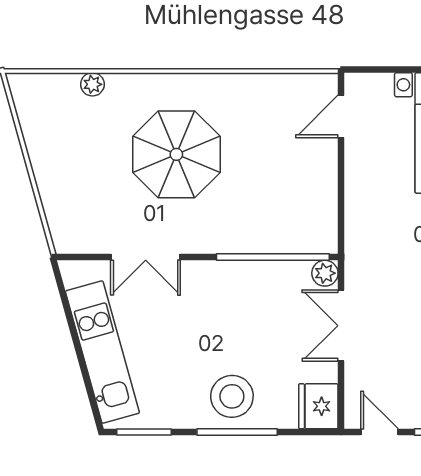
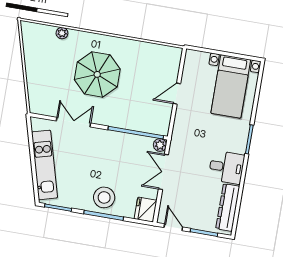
door: (341, 116) -> (177, 94), moved
double door: (146, 257) -> (73, 122), swing flipped

